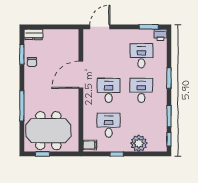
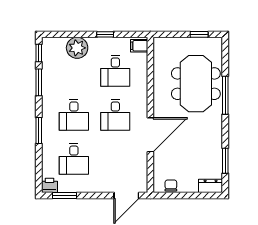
chair: (32, 62) -> (171, 186), moved
meeting table: (48, 131) -> (196, 84), moved, turned 90

